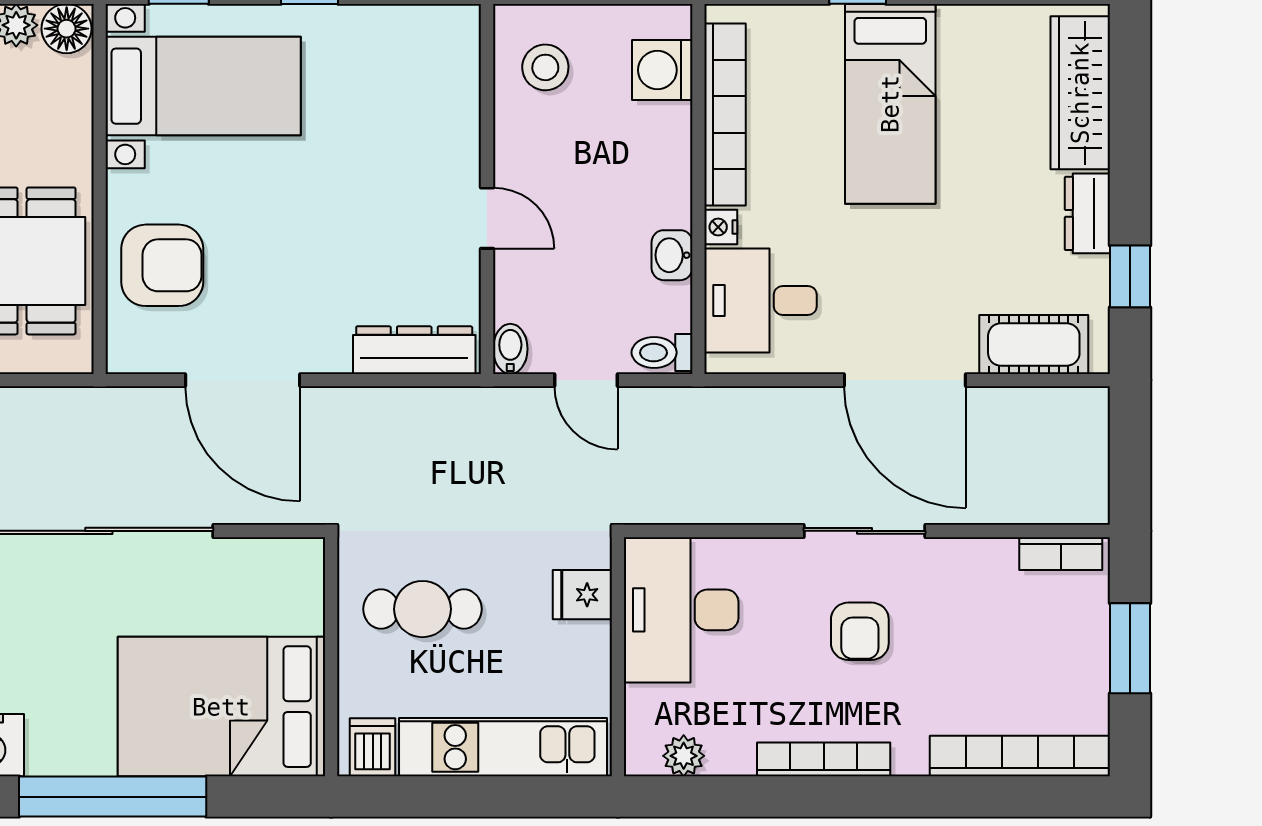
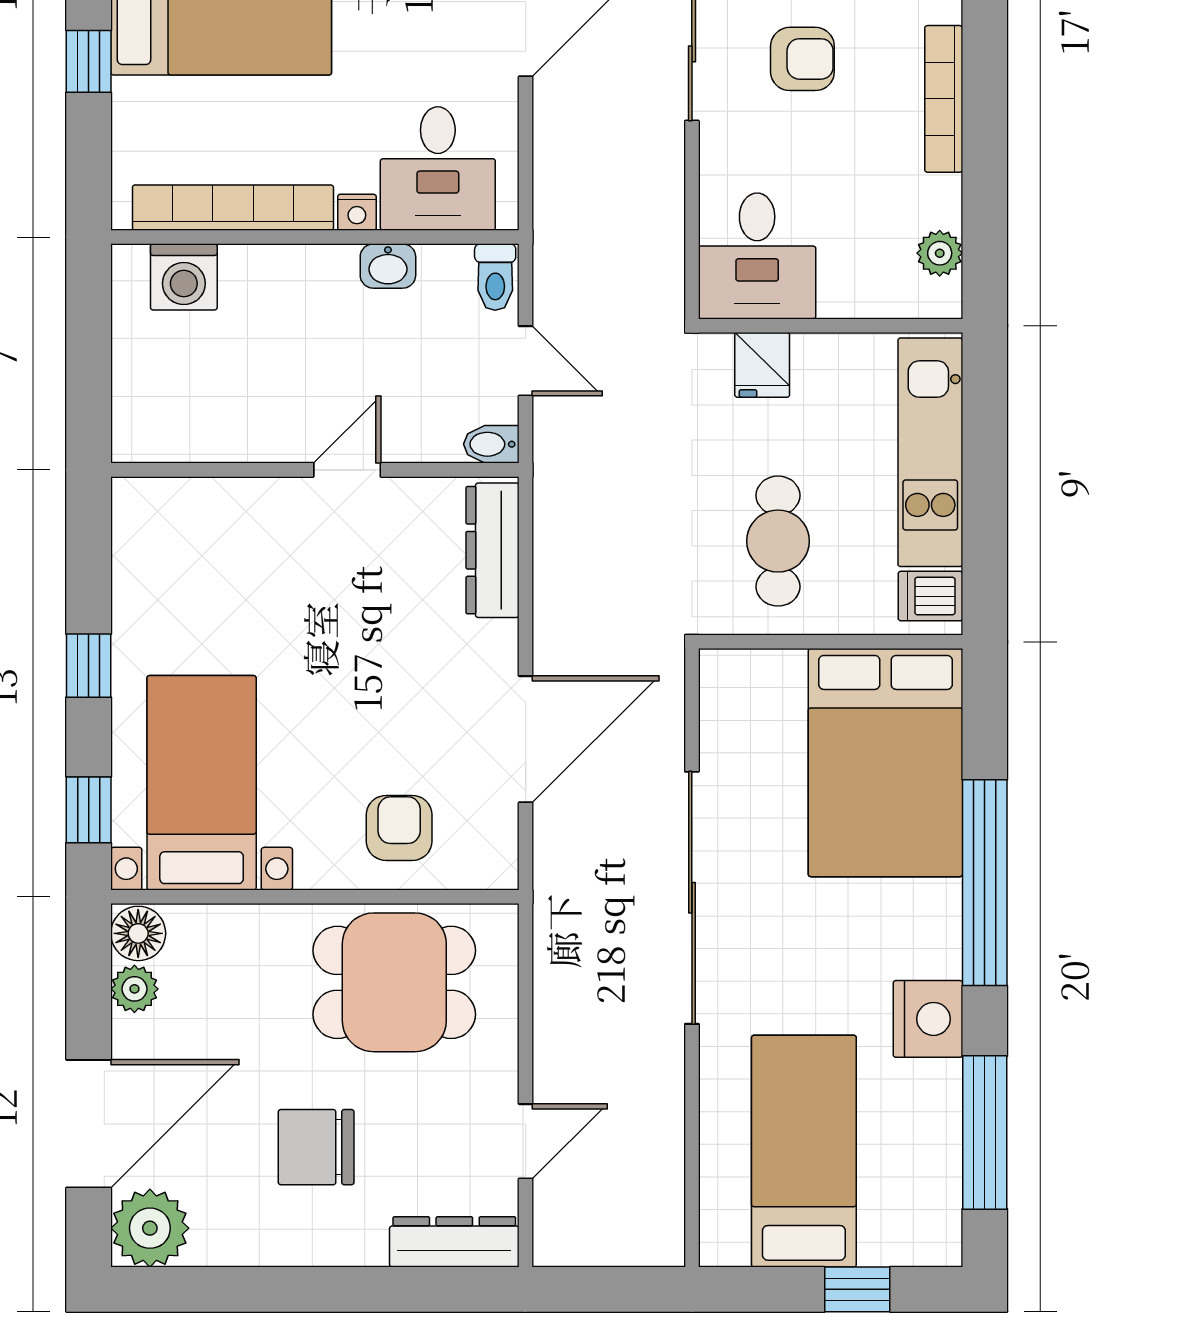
stool: (545, 67) -> (181, 406), removed
armchair: (162, 265) -> (399, 828), width x0.72, depth x0.72
door: (586, 380) -> (526, 361), hinge flipped
desk: (681, 610) -> (757, 256), width x0.73

